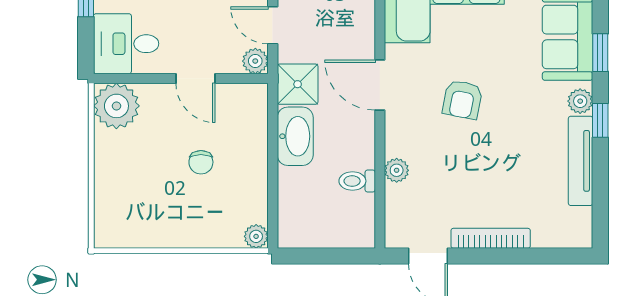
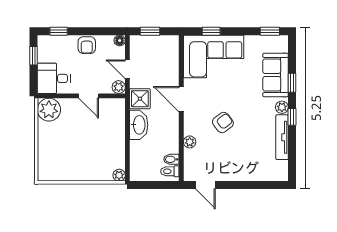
armchair: (462, 100) -> (223, 123), moved, turned -138
chair: (201, 162) -> (91, 138), removed
toilet: (357, 181) -> (170, 171), moved
bidet: (360, 205) -> (171, 159), added
bookcase: (491, 238) -> (237, 176), removed

